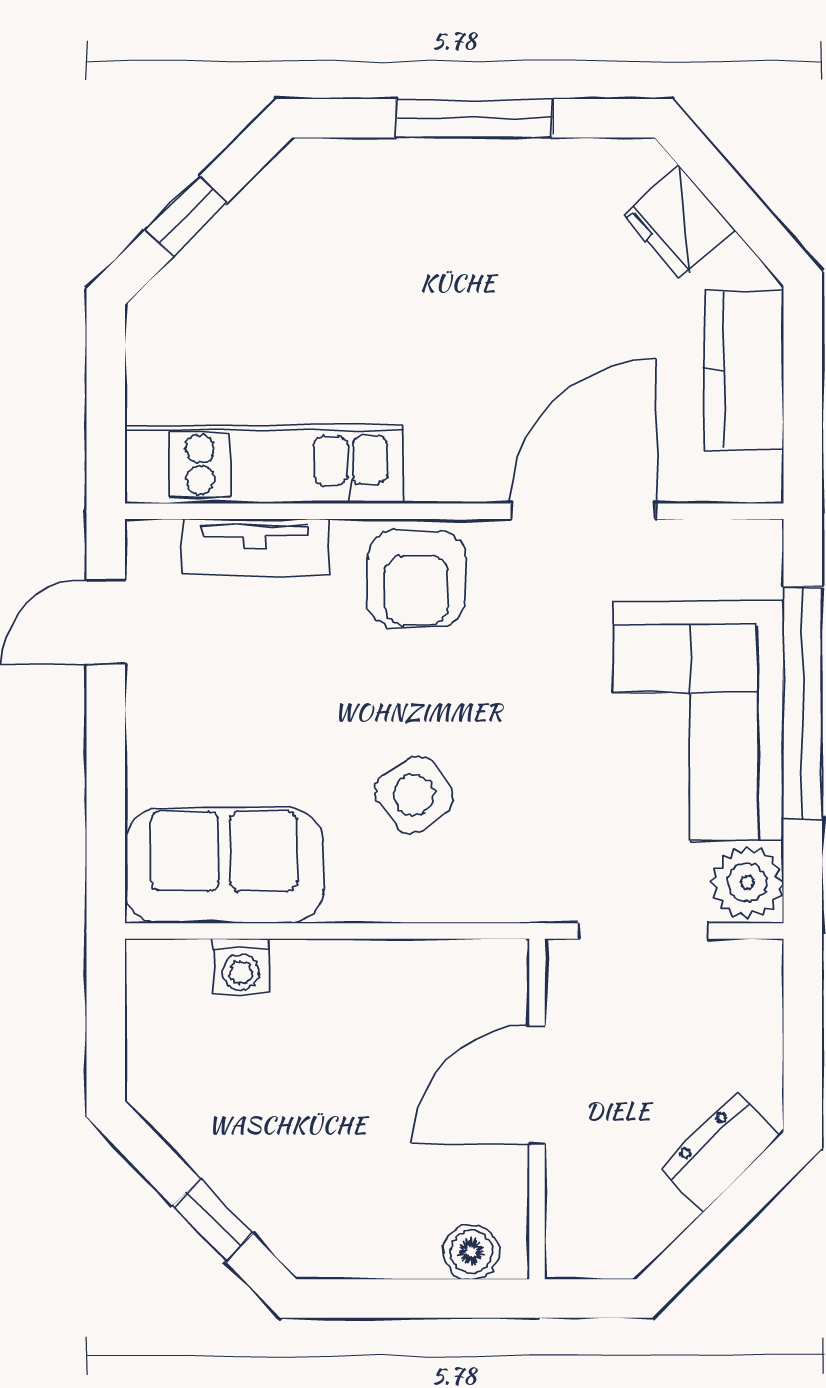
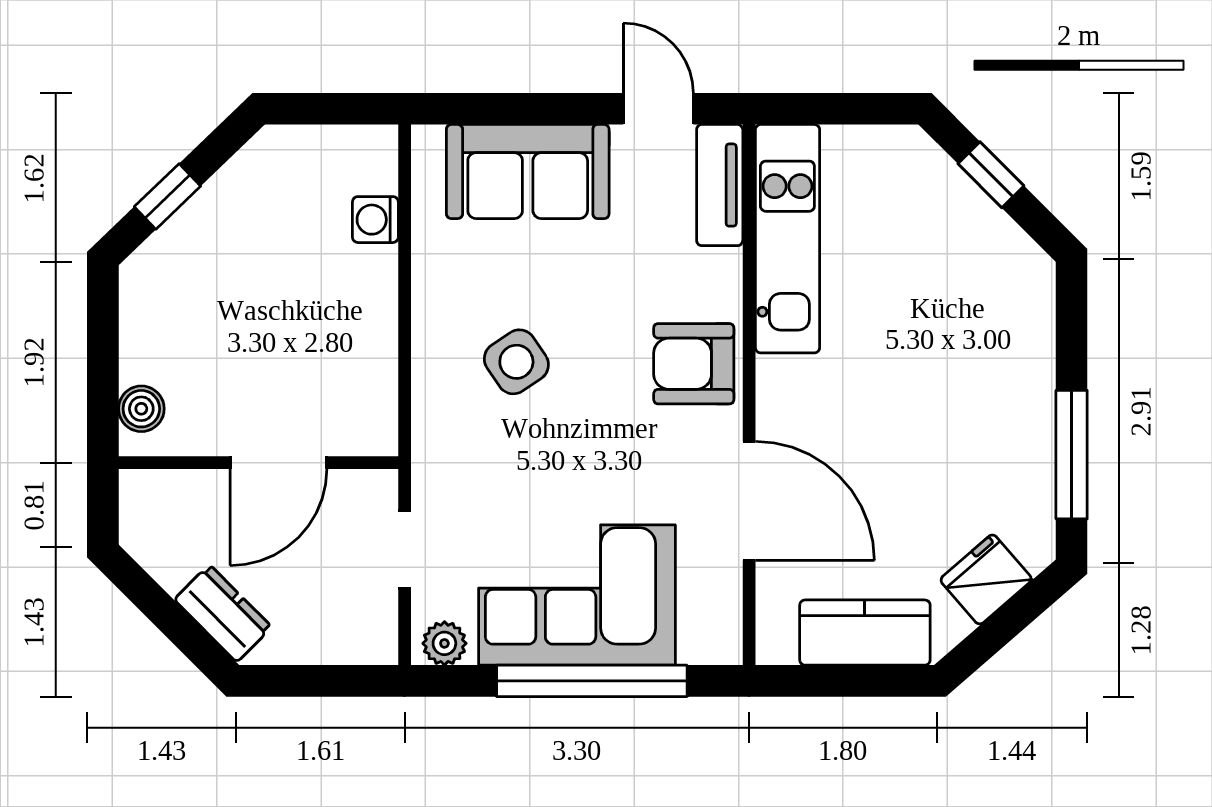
window: (474, 118) -> (1072, 455), moved
tv unit: (255, 547) -> (720, 185), moved
sofa: (224, 866) -> (528, 172), moved, turned 90
plant: (747, 882) -> (444, 643), width x0.73, depth x0.73
doorway: (643, 931) -> (405, 550), width x0.73
door: (537, 1085) -> (278, 463), swing flipped

